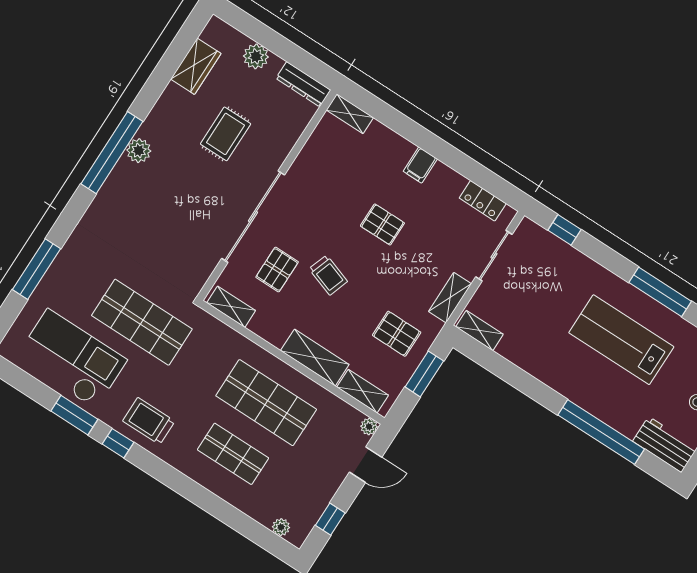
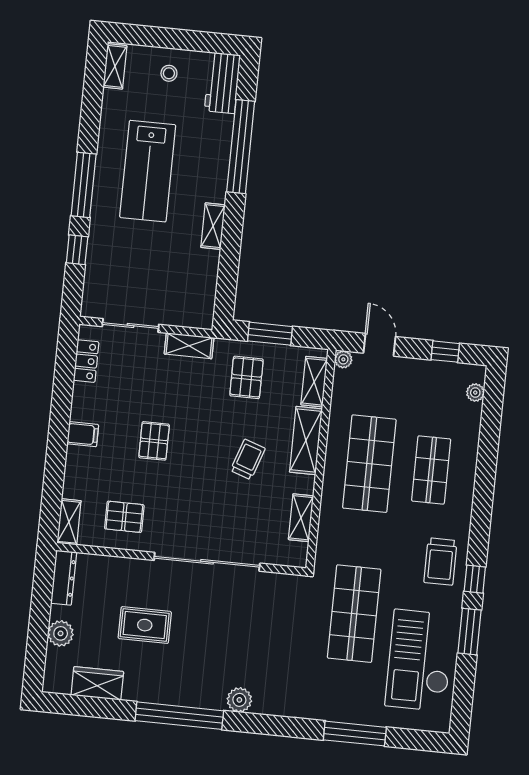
plant: (139, 151) -> (239, 700), moved
window: (112, 153) -> (179, 716), moved
window: (564, 230) -> (77, 250), moved
pallet: (277, 270) -> (124, 517), moved
trolley: (328, 275) -> (248, 459), moved
window: (660, 292) -> (84, 185), moved
shelving: (231, 307) -> (301, 518), moved
shelving: (479, 330) -> (213, 226), moved

